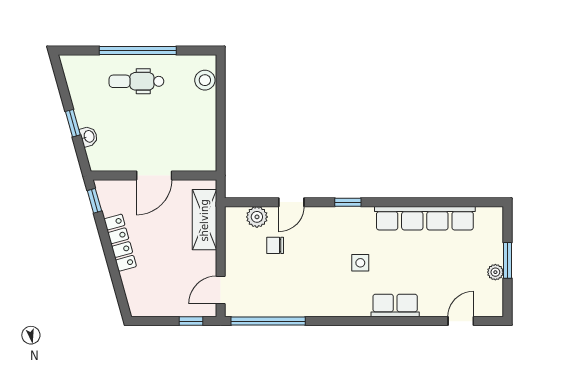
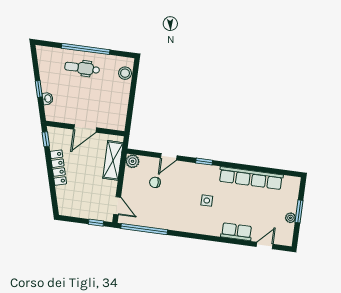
plant: (257, 217) -> (133, 161), moved
door: (221, 290) -> (117, 206), swing flipped
row of seats: (395, 305) -> (236, 232), moved

